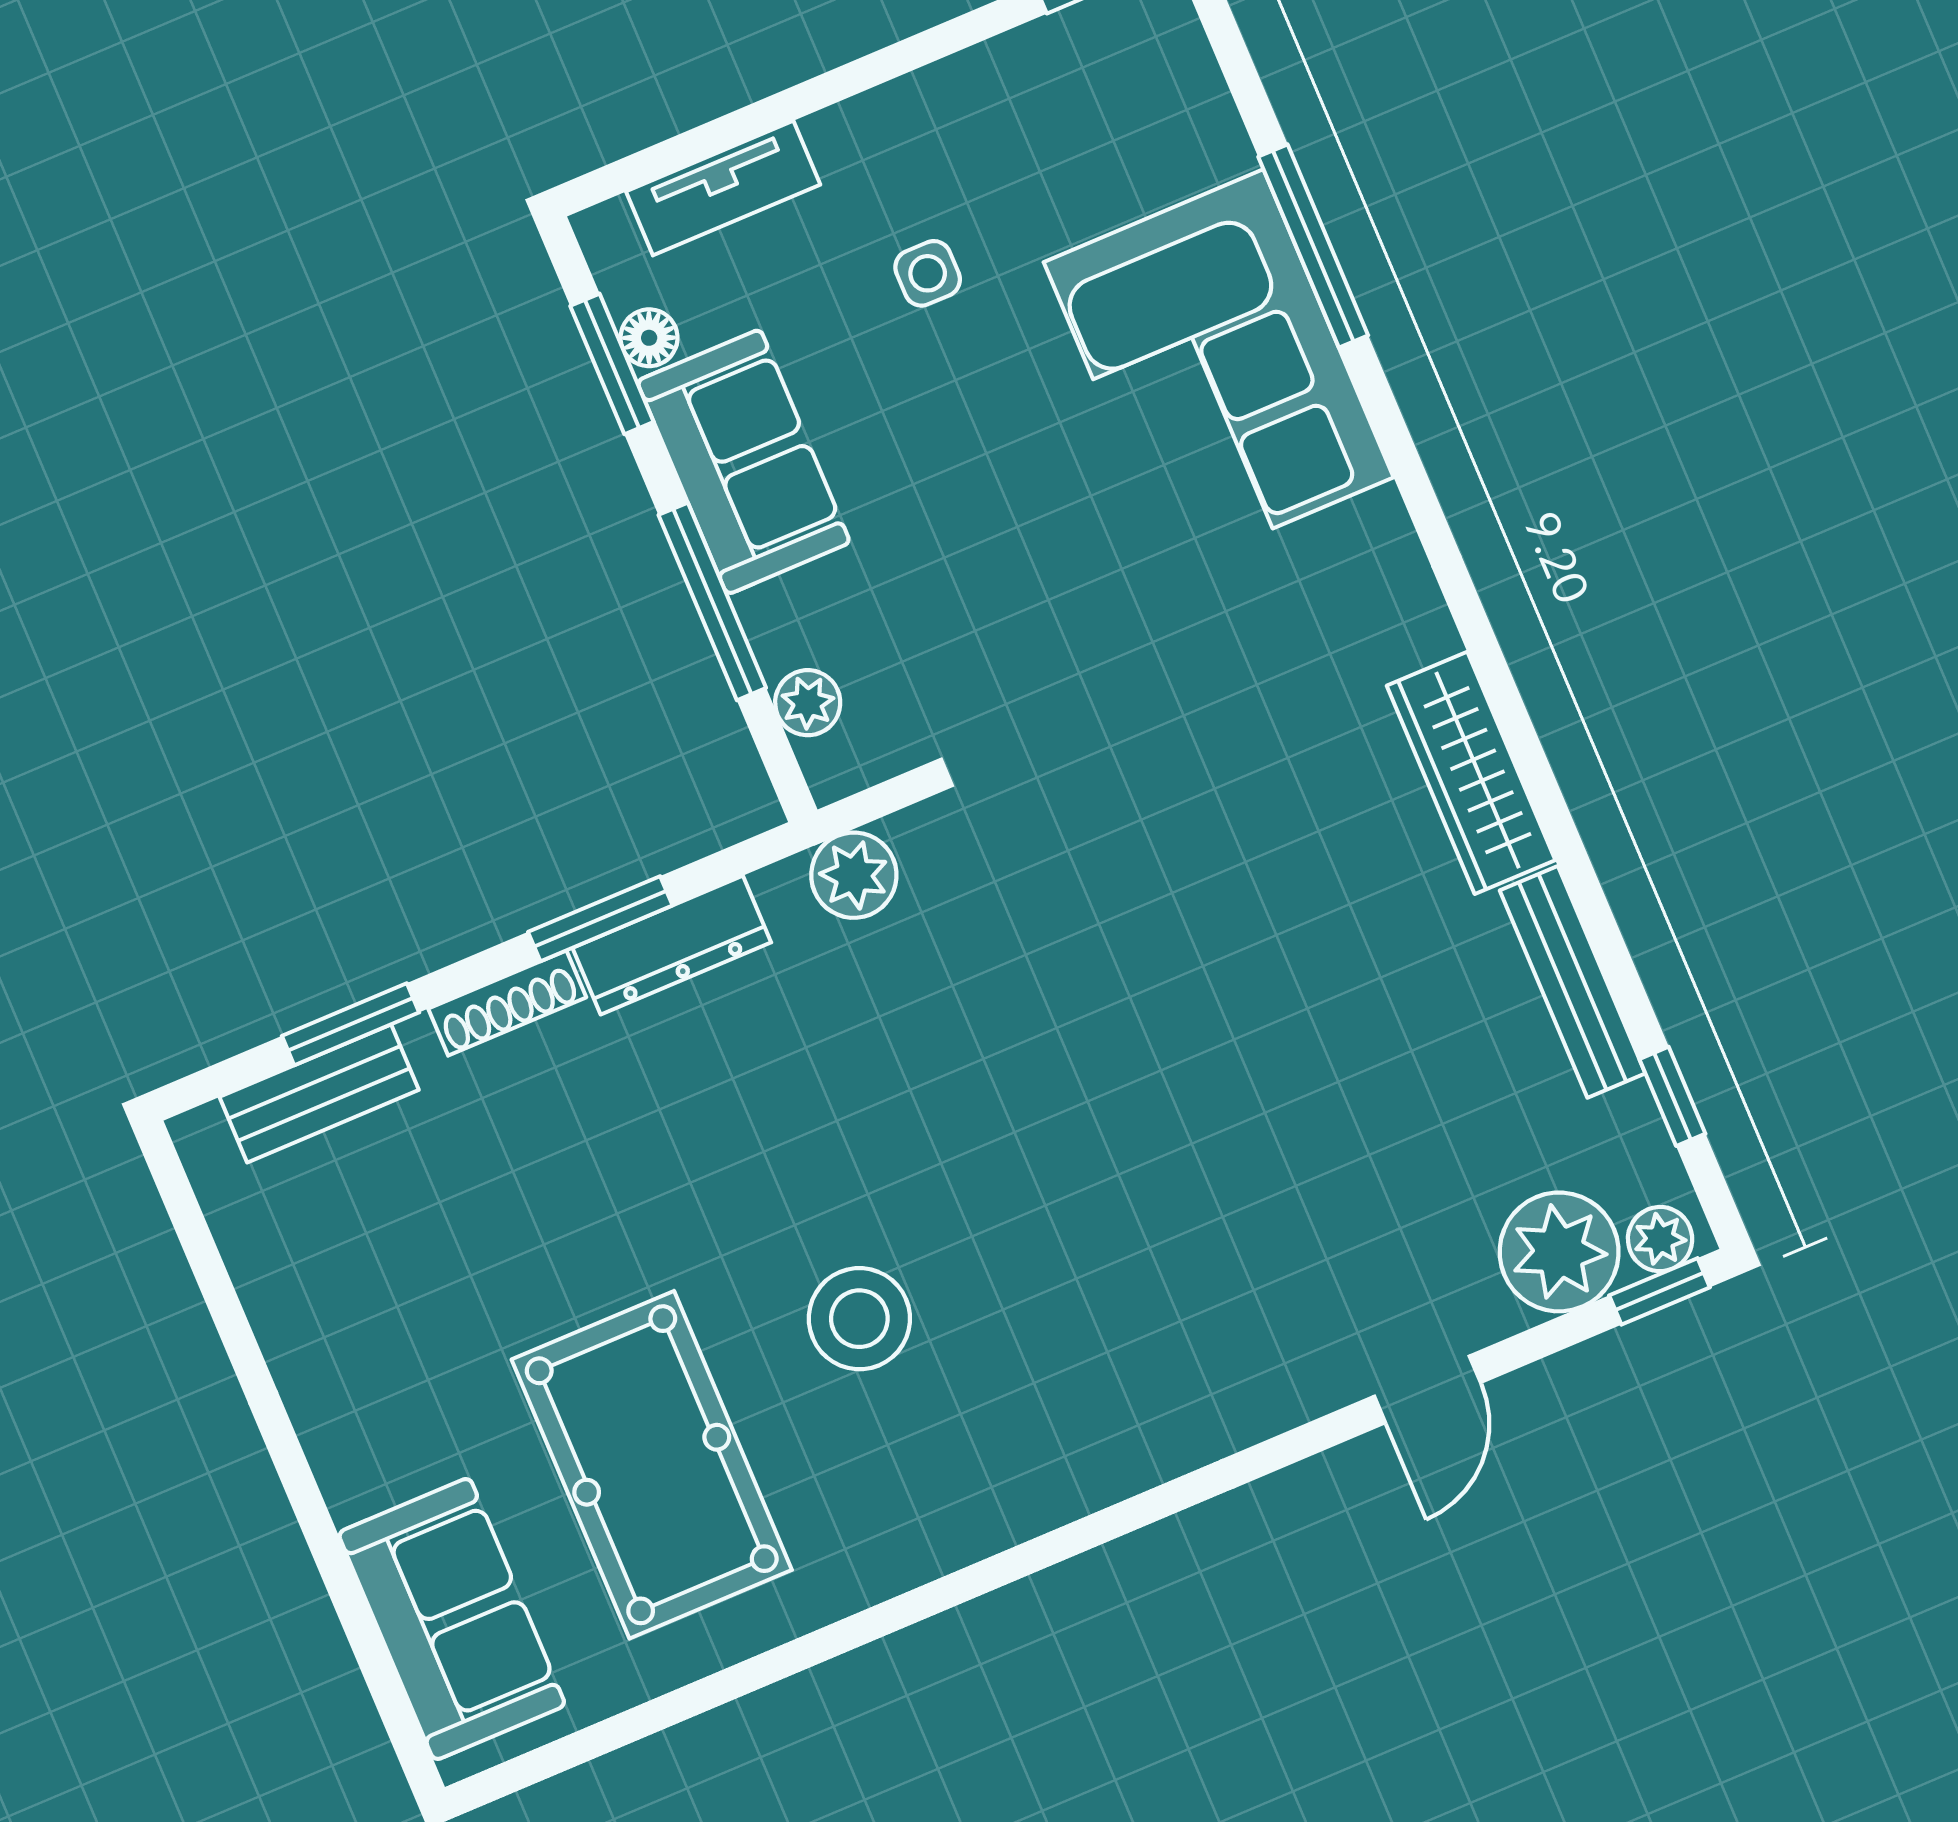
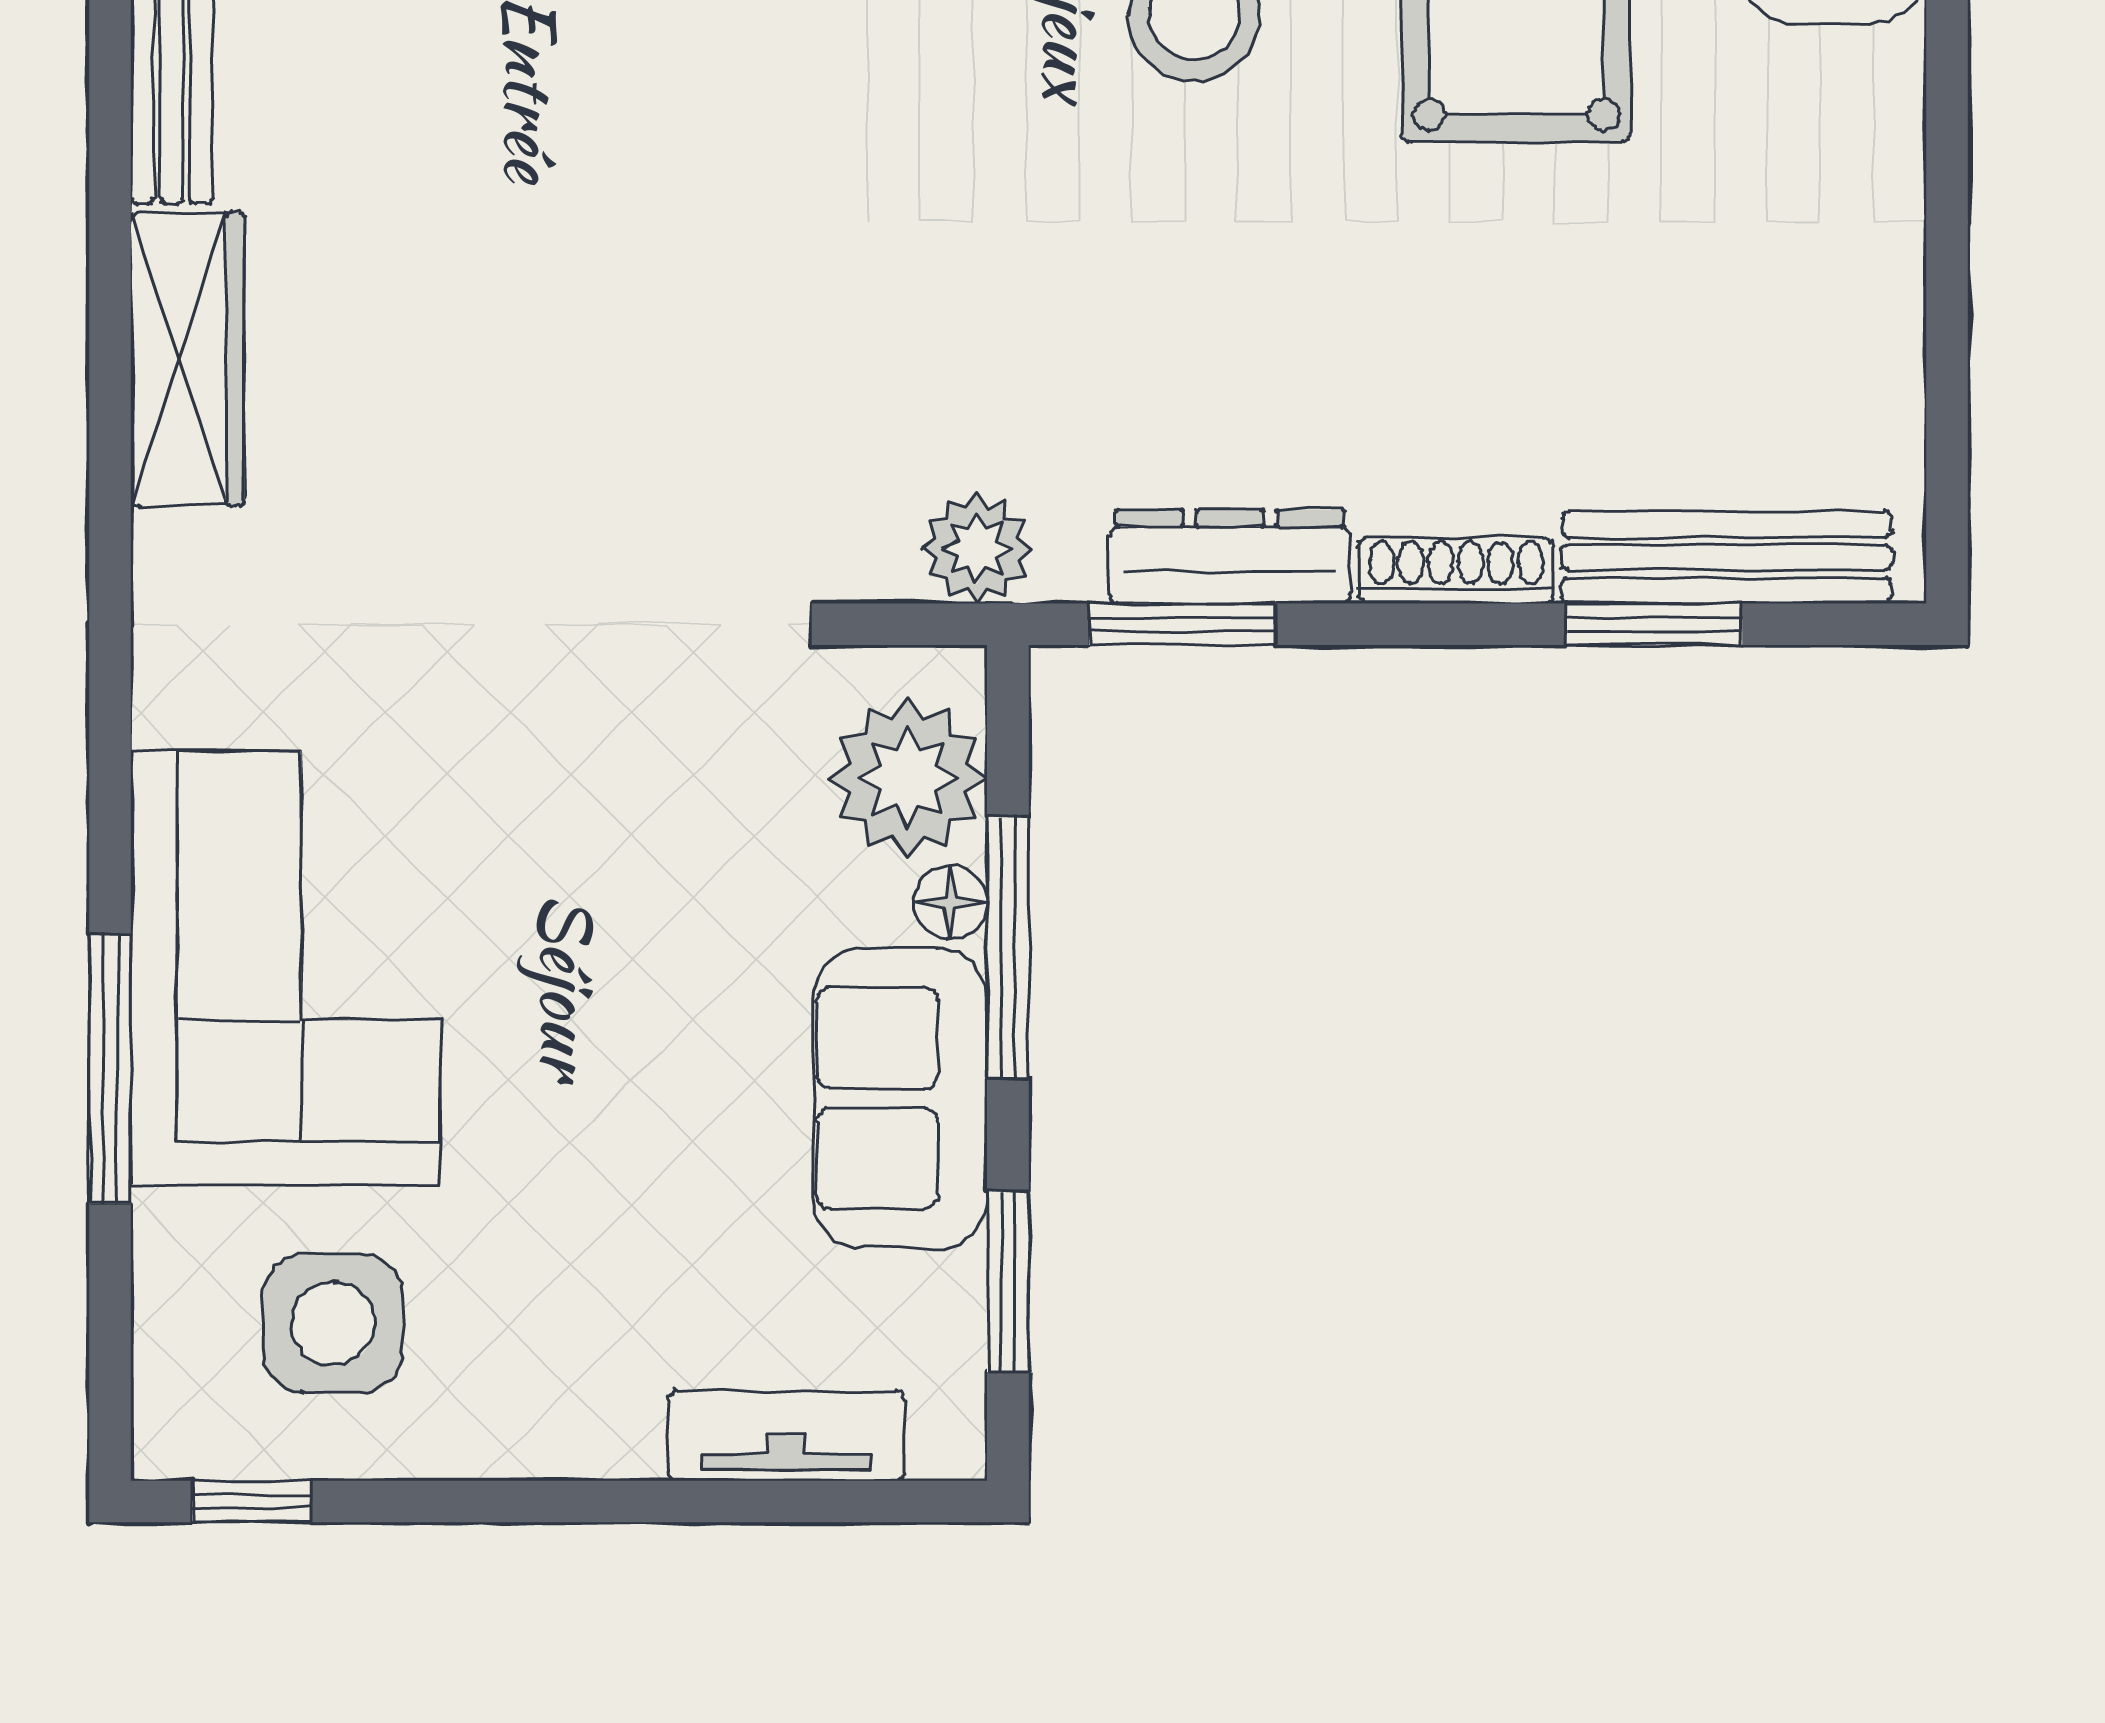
side table: (928, 273) -> (333, 1324), moved, width x1.87, depth x1.87
floor lamp: (649, 338) -> (950, 902), moved
plant: (808, 703) -> (908, 778), width x1.88, depth x1.88
window: (600, 919) -> (1182, 624), moved
bench: (319, 1093) -> (1727, 558), width x1.36

